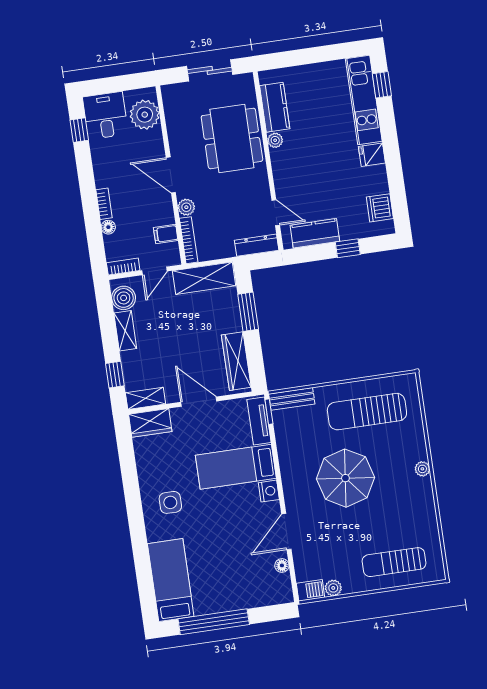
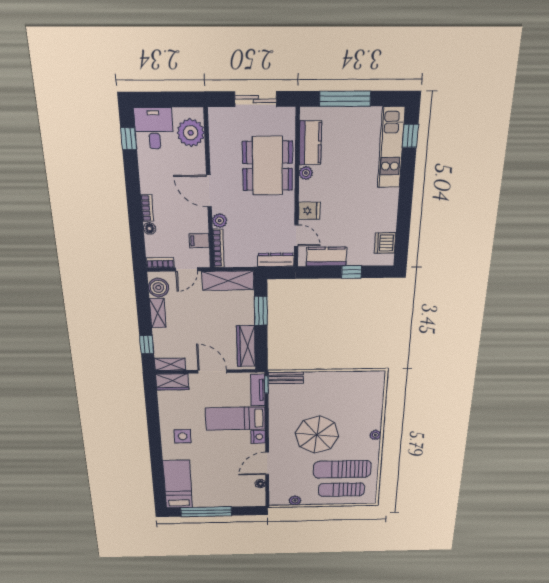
window: (304, 57) -> (345, 99), added
fridge: (372, 155) -> (309, 211), moved, turned 180
sun lounger: (367, 412) -> (342, 469), moved
barbecue: (311, 590) -> (279, 500), removed

